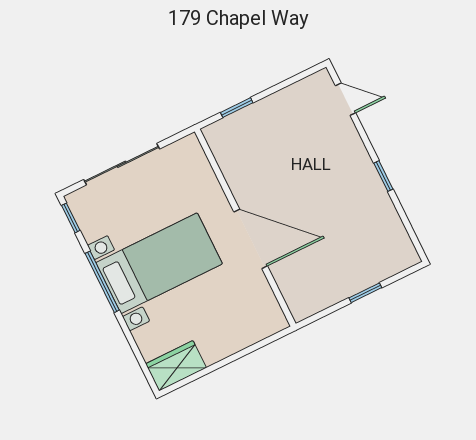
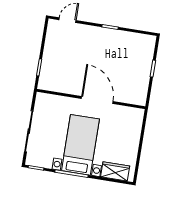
door: (251, 239) -> (97, 100), hinge flipped
wardrobe: (176, 366) -> (115, 171), moved, turned 90

